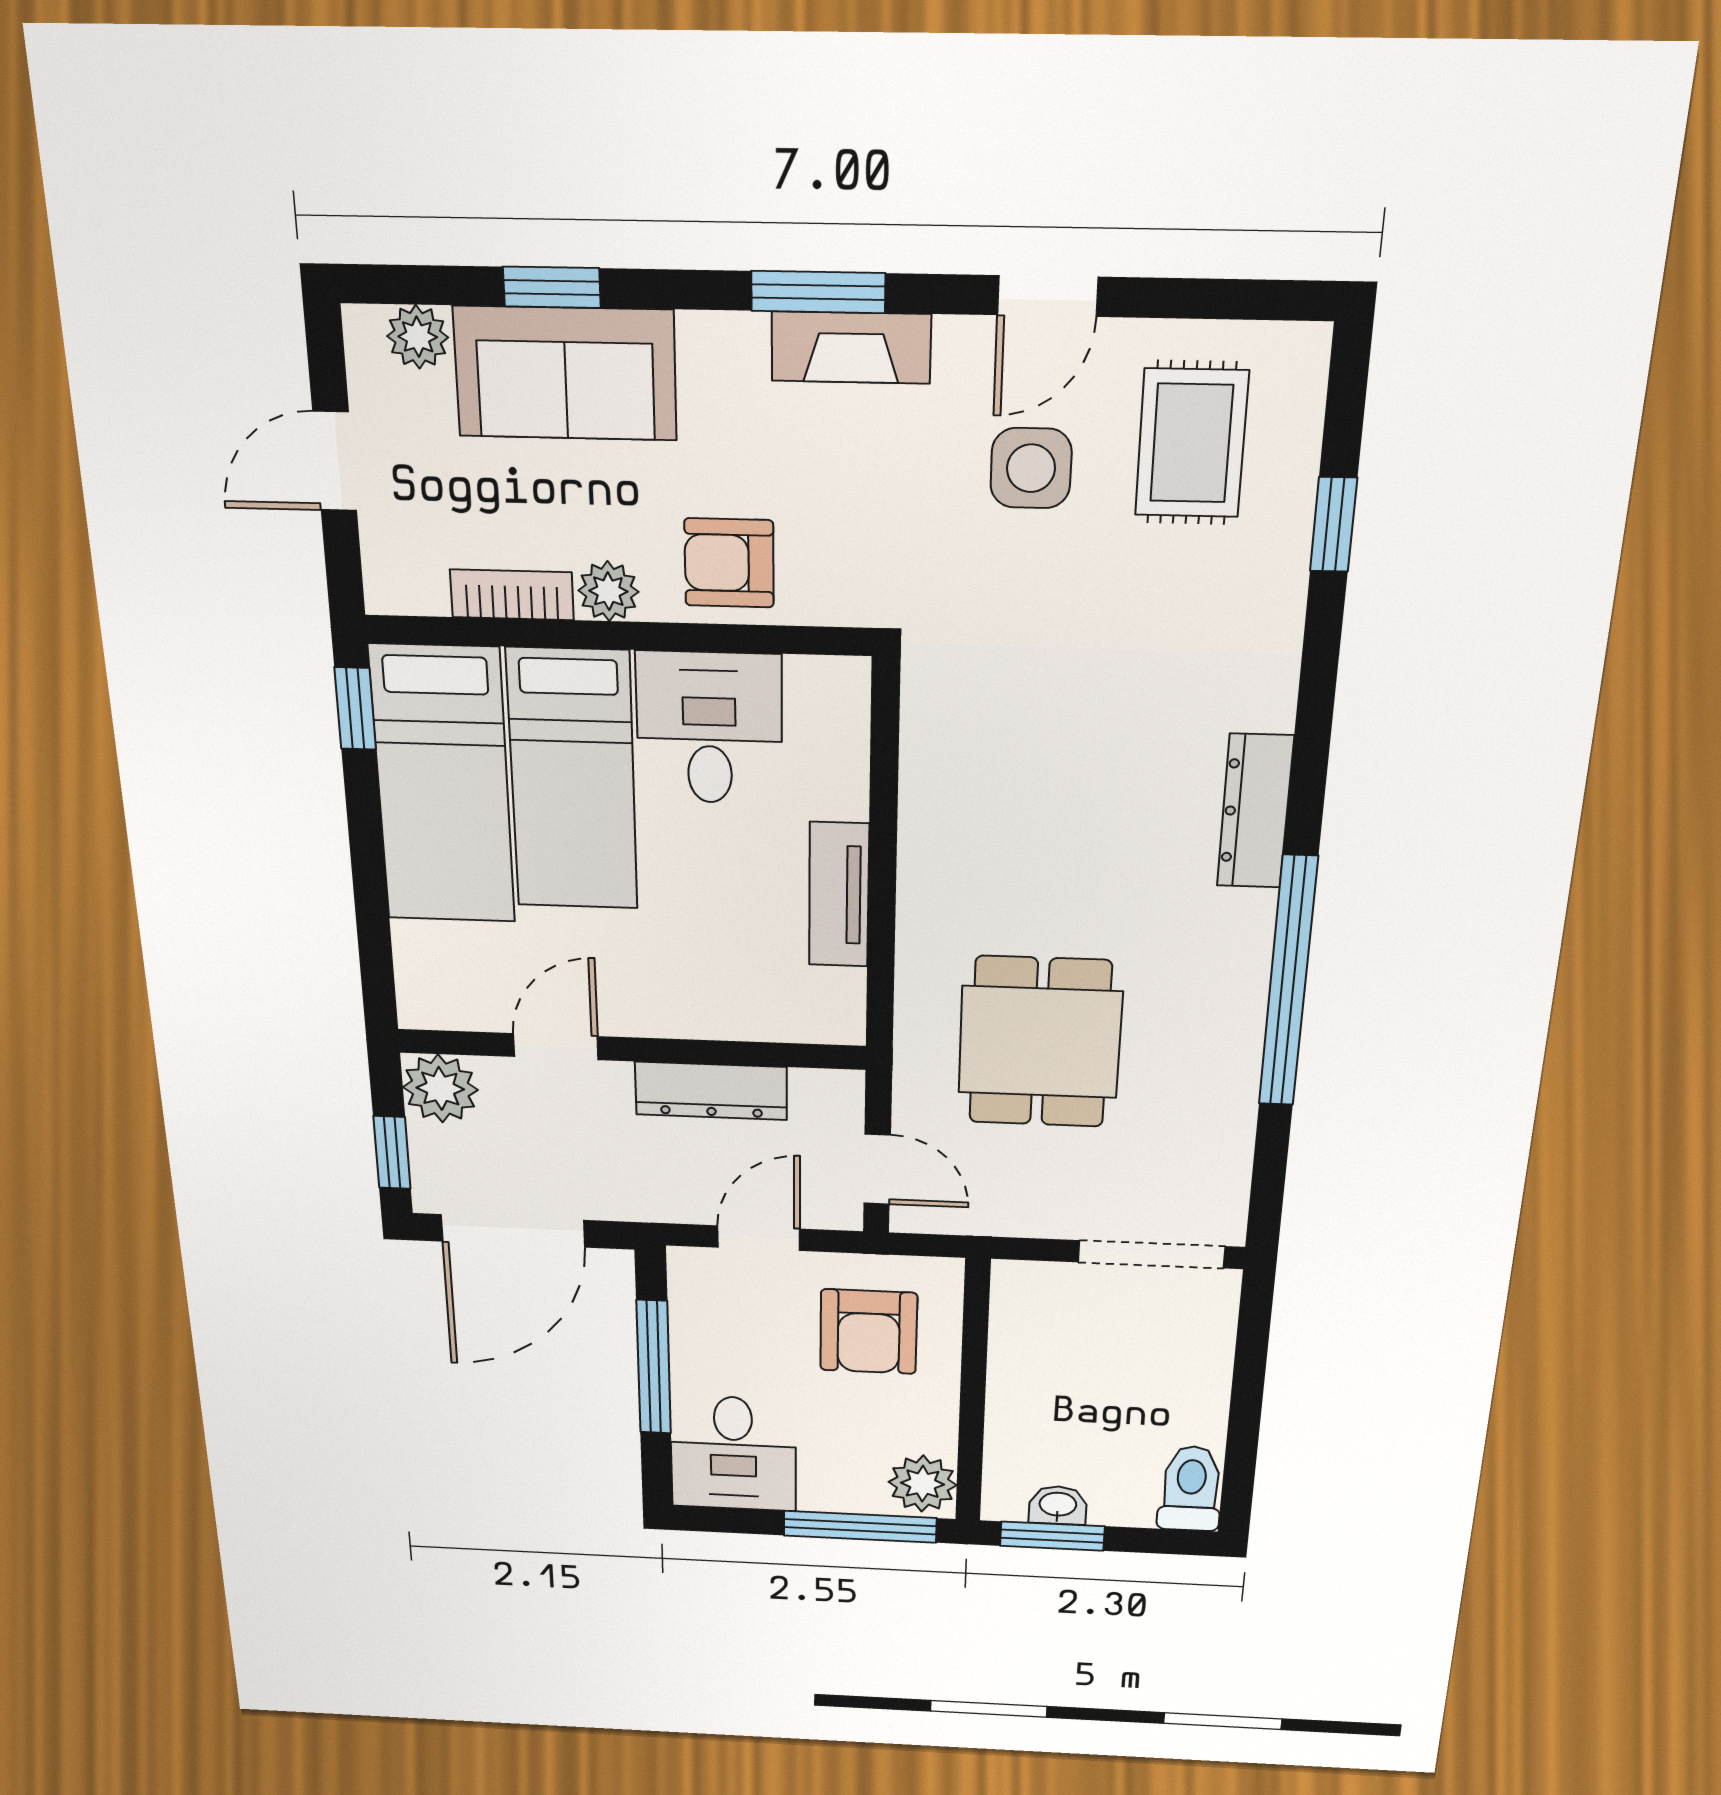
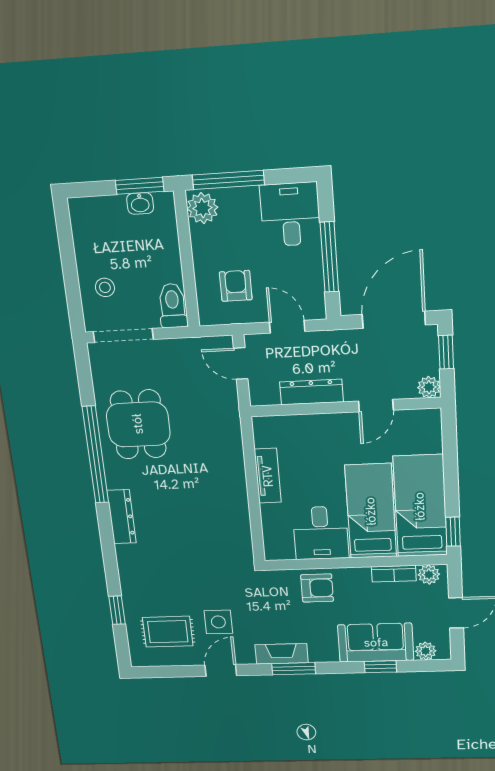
rug: (1192, 443) -> (168, 632), turned 90
plant: (608, 591) -> (429, 575), moved
dining table: (1040, 1042) -> (138, 424), moved
plant: (440, 1088) -> (429, 387), width x0.73, depth x0.73
door: (759, 1238) -> (287, 327), swing flipped
armchair: (869, 1332) -> (236, 286), width x0.72, depth x0.72
stool: (1173, 1357) -> (105, 287), added
toilet: (1191, 1489) -> (173, 306), moved, turned 180

